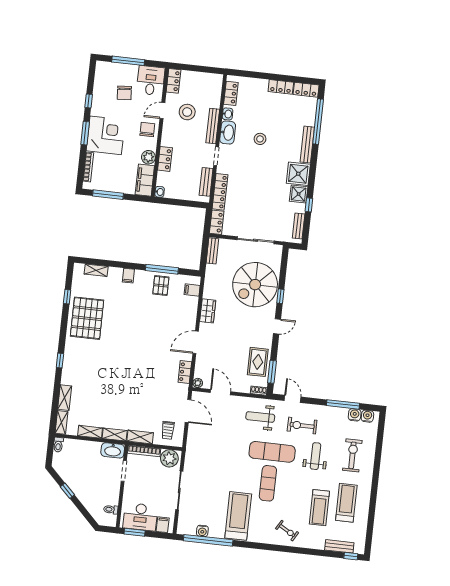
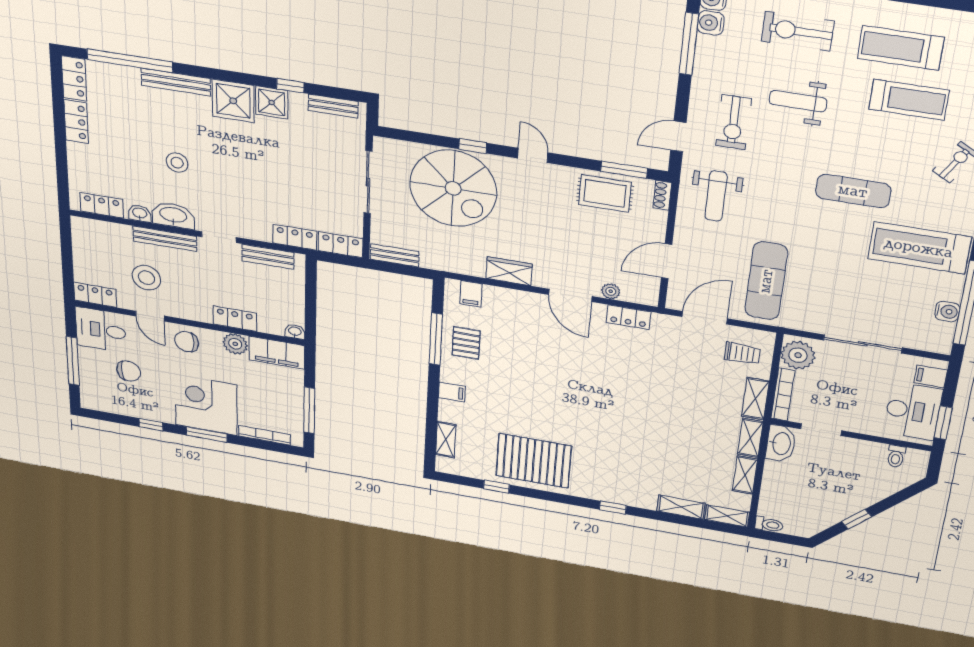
locker: (220, 192) -> (295, 237), width x0.66
pallet: (161, 285) -> (466, 343), turned 90
plant: (198, 383) -> (611, 291), moved
exercise mat: (272, 452) -> (766, 281), moved

